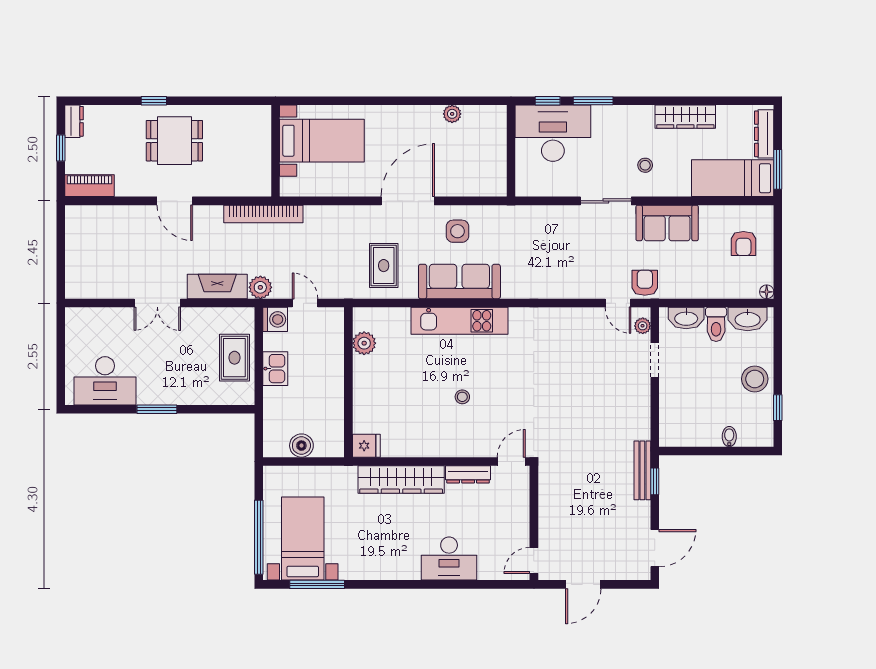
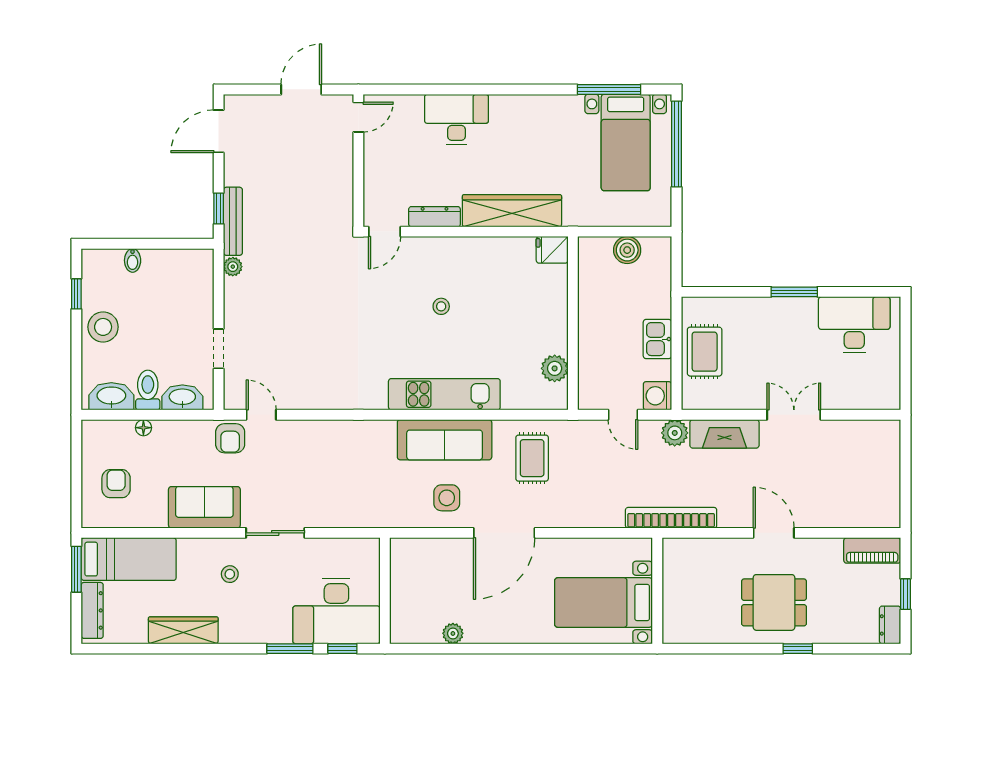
floor lamp: (767, 292) -> (143, 428), moved
plant: (643, 326) -> (233, 267), moved

